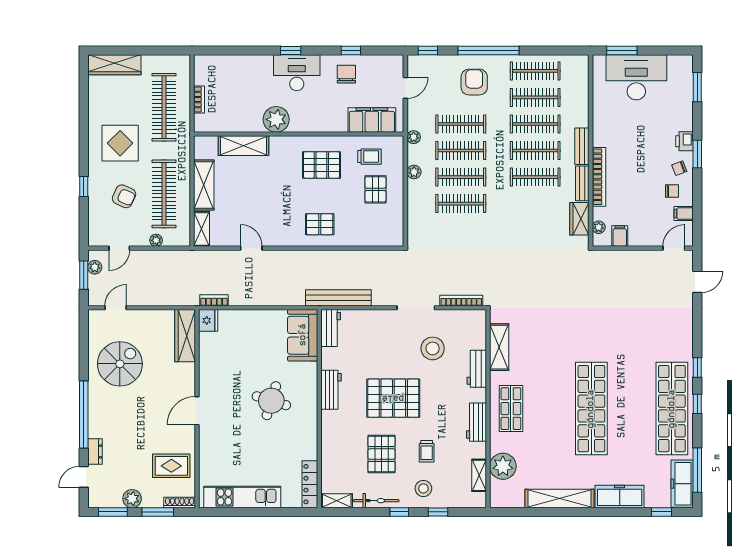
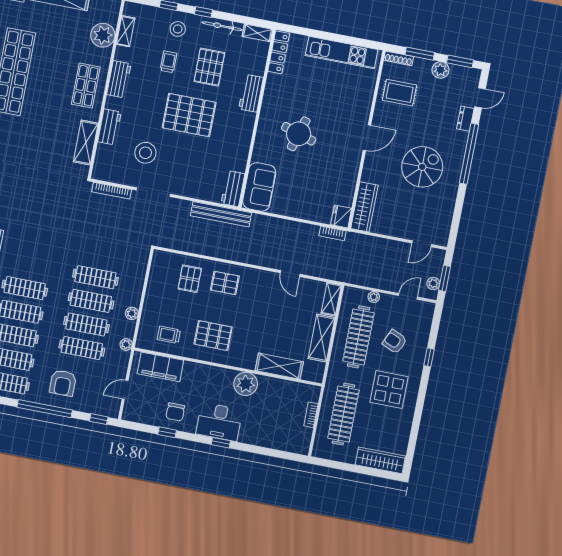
pallet: (375, 189) -> (190, 279), moved
spiral stairs: (120, 364) -> (422, 167), moved, turned 180
workbench: (331, 390) -> (251, 93), moved

